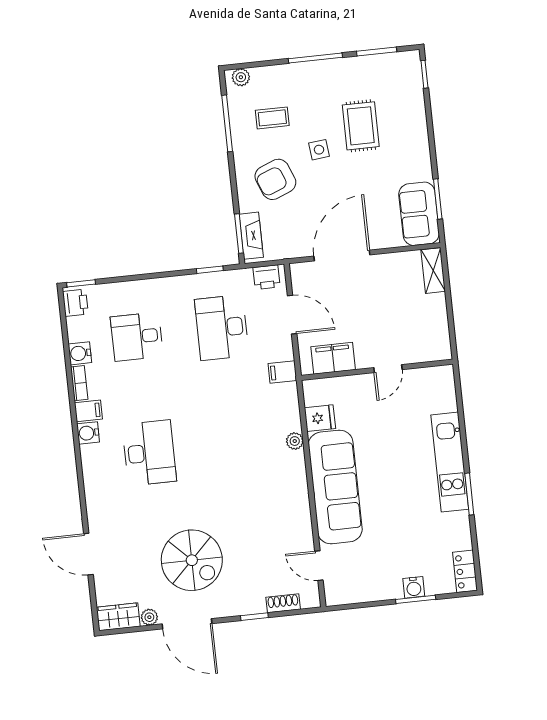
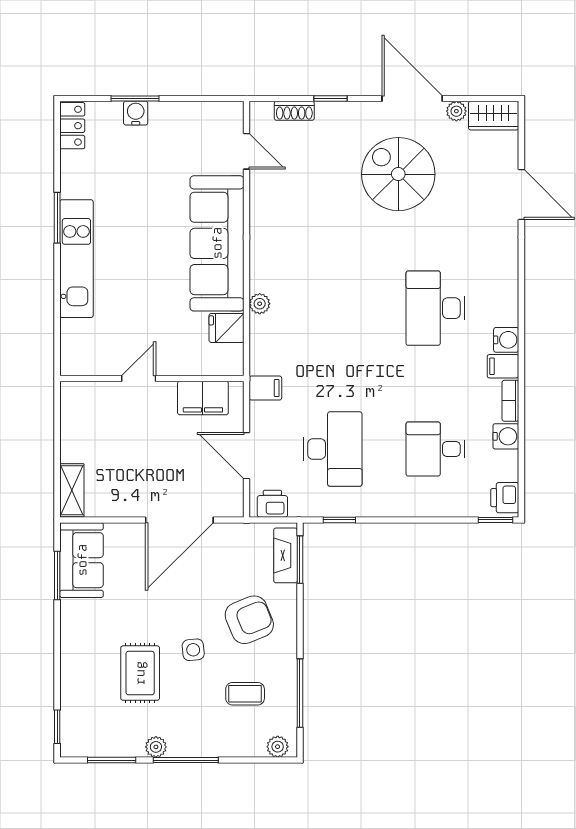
plant: (341, 66) -> (156, 747), added
desk: (137, 337) -> (436, 449), turned 180

